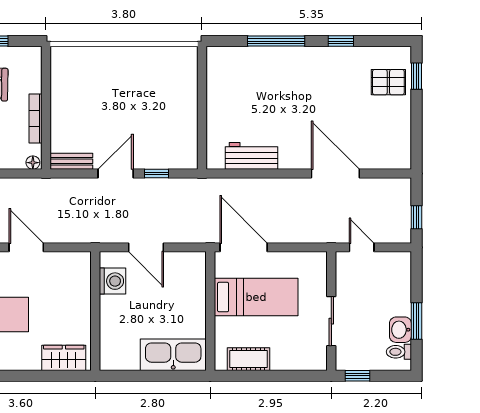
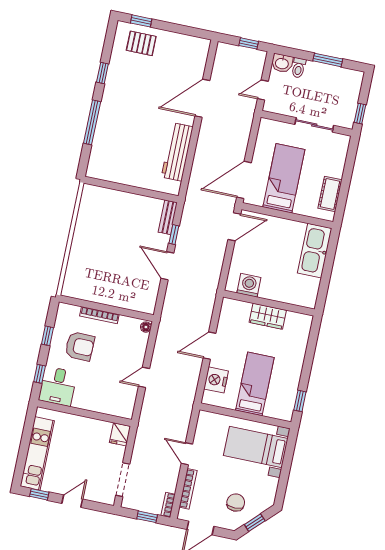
pallet: (388, 82) -> (141, 43), turned 90
bookcase: (36, 119) -> (99, 315), moved
workbench: (251, 156) -> (177, 152), width x1.38
bench: (71, 161) -> (168, 217), moved
door: (146, 247) -> (234, 227), moved
washbasin: (400, 330) -> (282, 63), moved
toilet: (399, 352) -> (299, 68), moved
wardrobe: (64, 358) -> (268, 316), moved, turned -90

